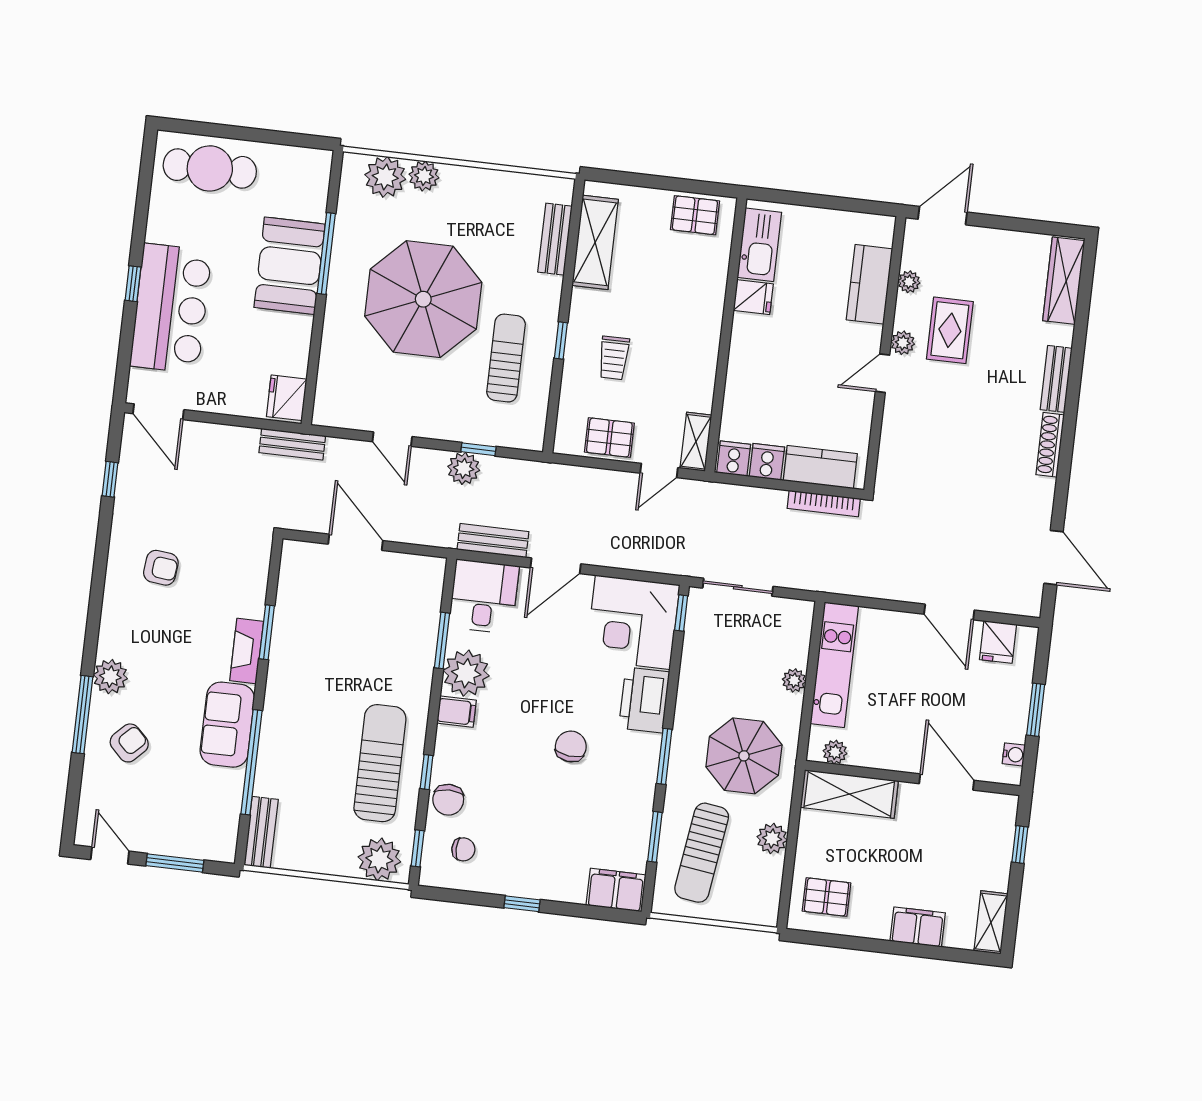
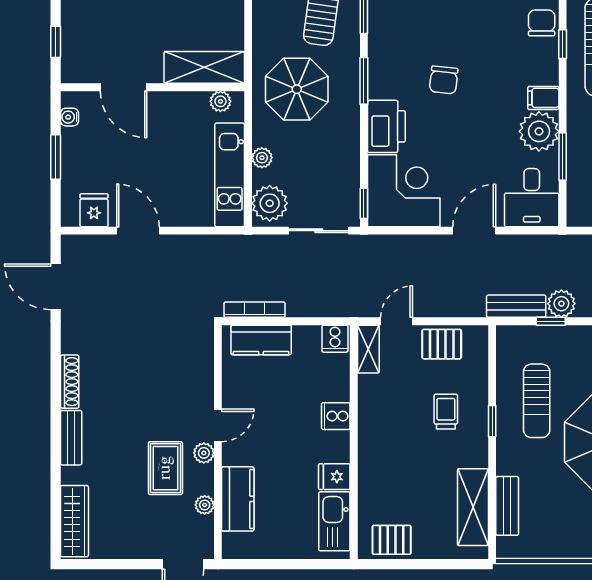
cooker: (767, 462) -> (336, 416), moved, turned 90
bench: (493, 541) -> (516, 306), moved
plant: (772, 838) -> (270, 203), moved, width x1.36, depth x1.36

